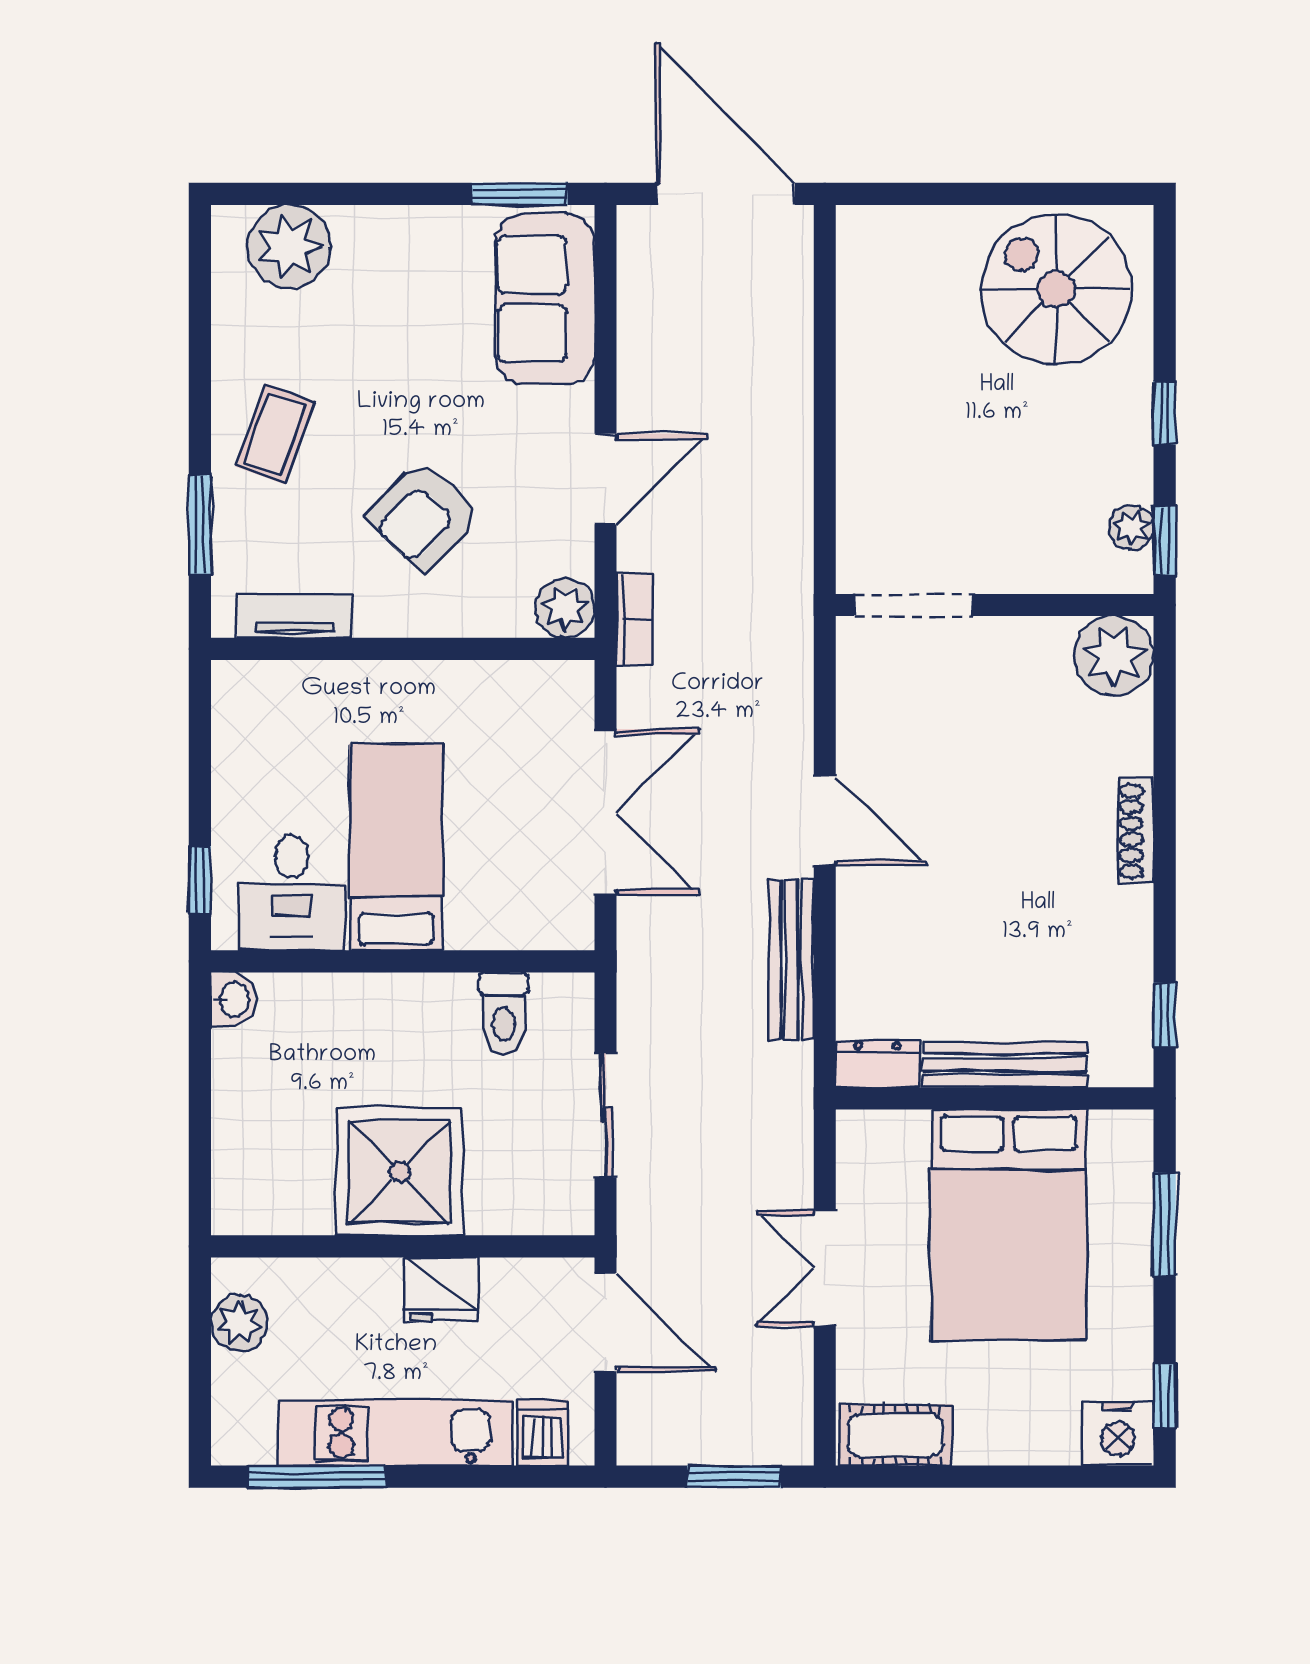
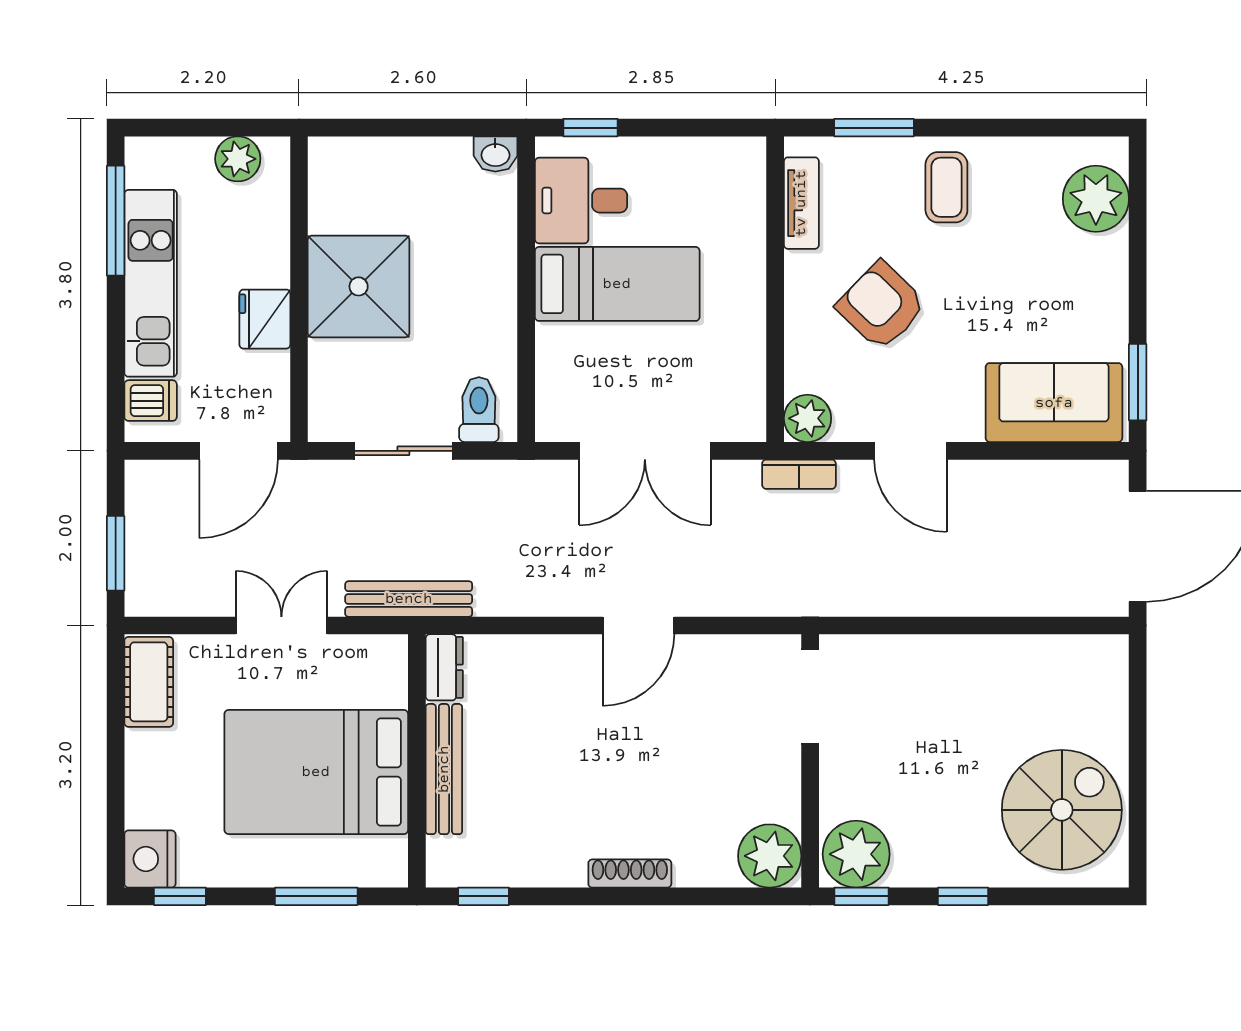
coffee table: (275, 434) -> (946, 187), turned 70
plant: (1131, 528) -> (856, 854), width x1.87, depth x1.87
bench: (792, 960) -> (409, 599), moved
toilet: (504, 1013) -> (479, 410), moved, turned 90

